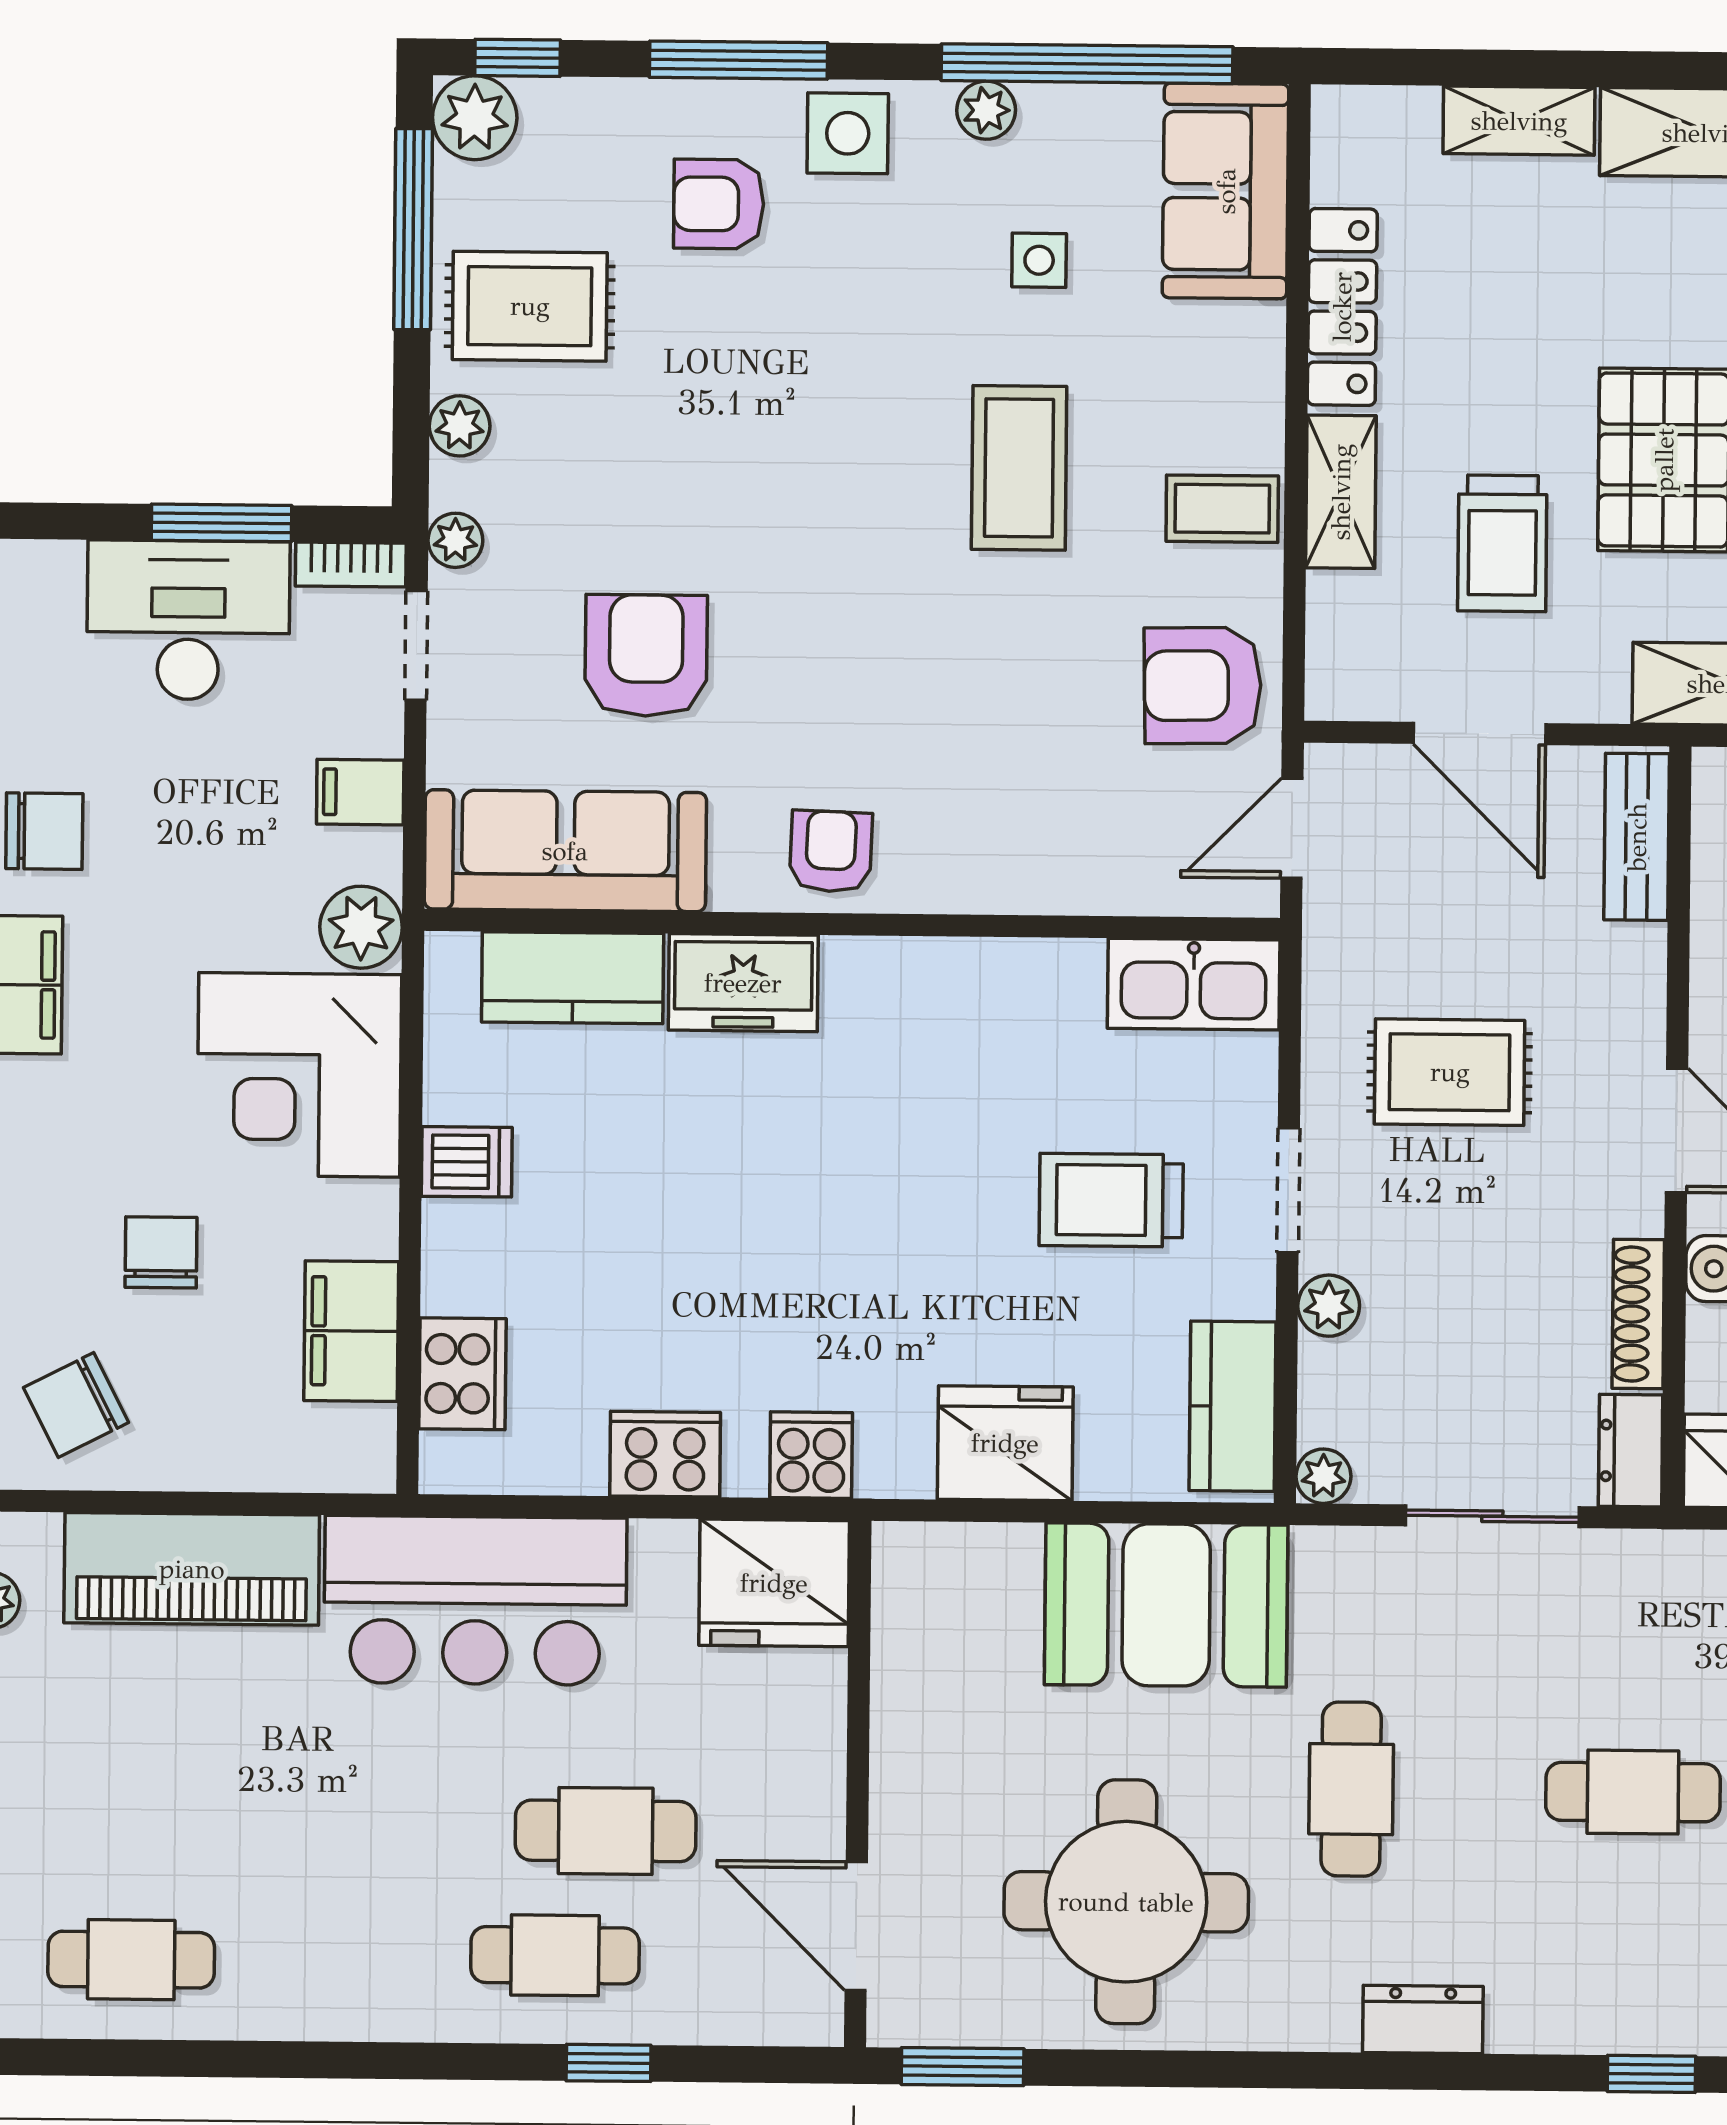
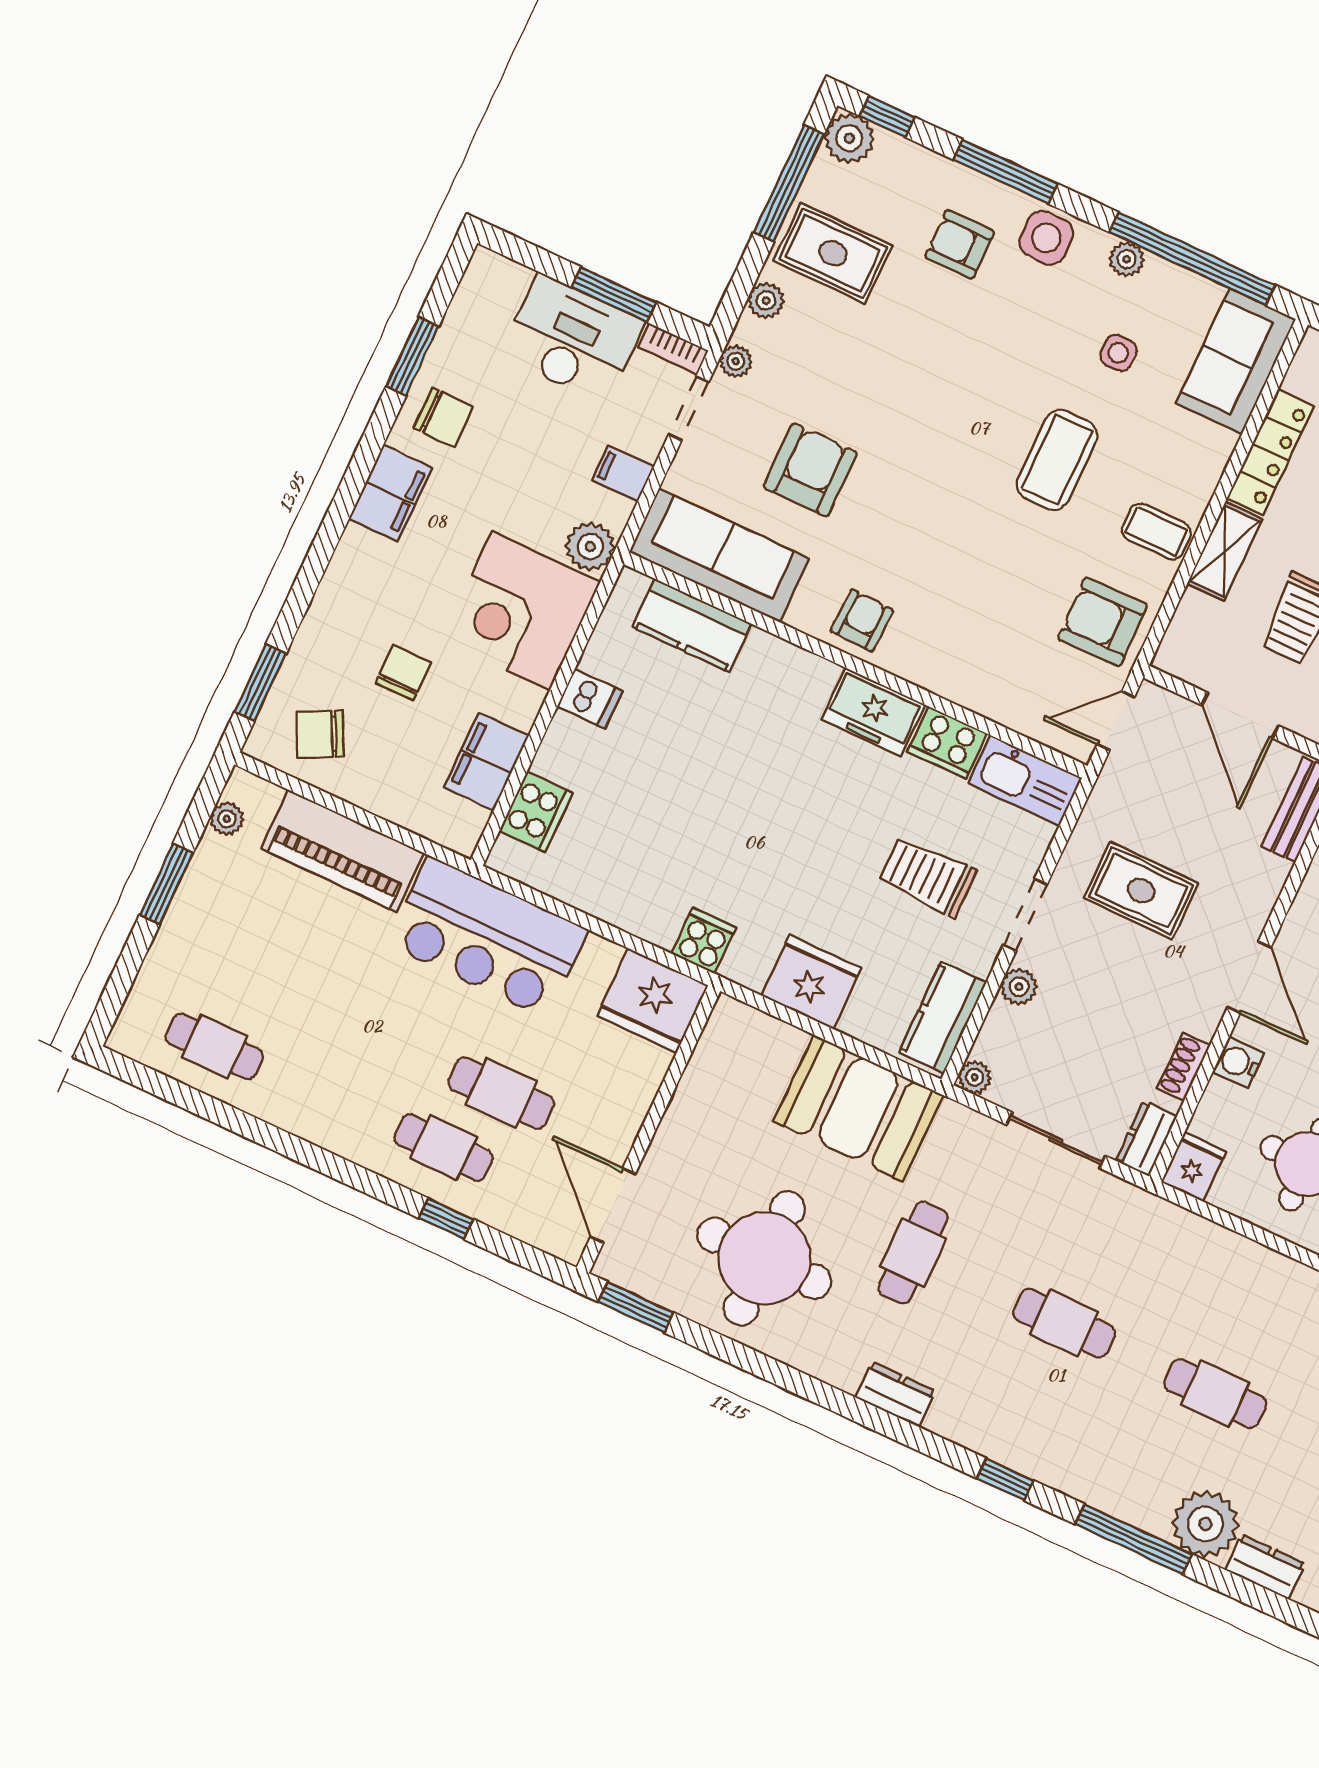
freezer: (743, 983) -> (873, 712), moved
shoe rack: (1638, 1314) -> (1184, 1067), width x0.70
cooker: (665, 1454) -> (947, 743), moved, turned 180

